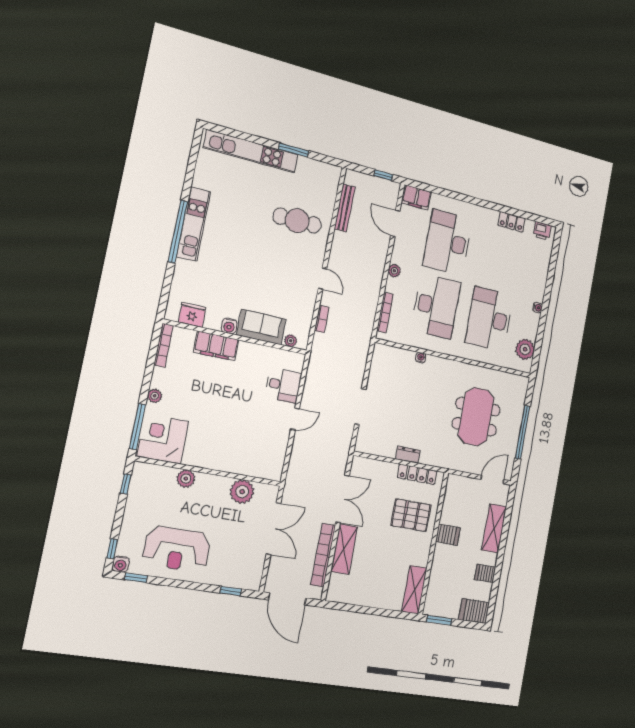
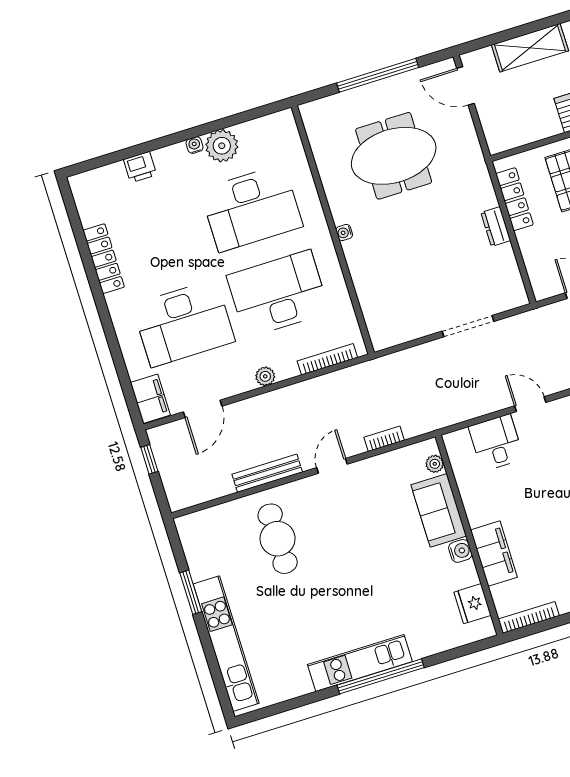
bench: (345, 208) -> (267, 473), moved
locker: (512, 222) -> (104, 259), width x1.53
printer: (542, 231) -> (140, 167), moved, turned 90
plant: (525, 349) -> (222, 146), moved
water cooler: (421, 358) -> (344, 232), moved

